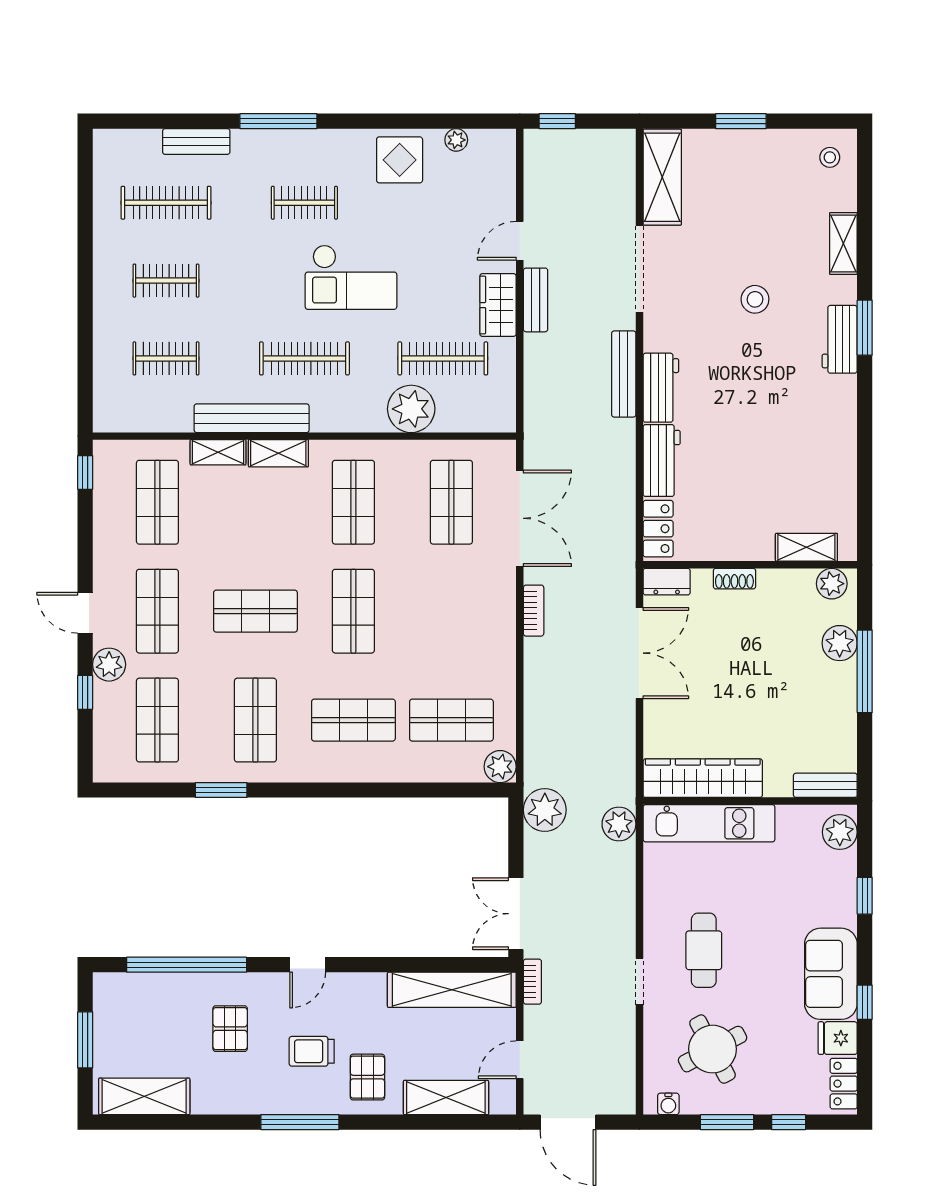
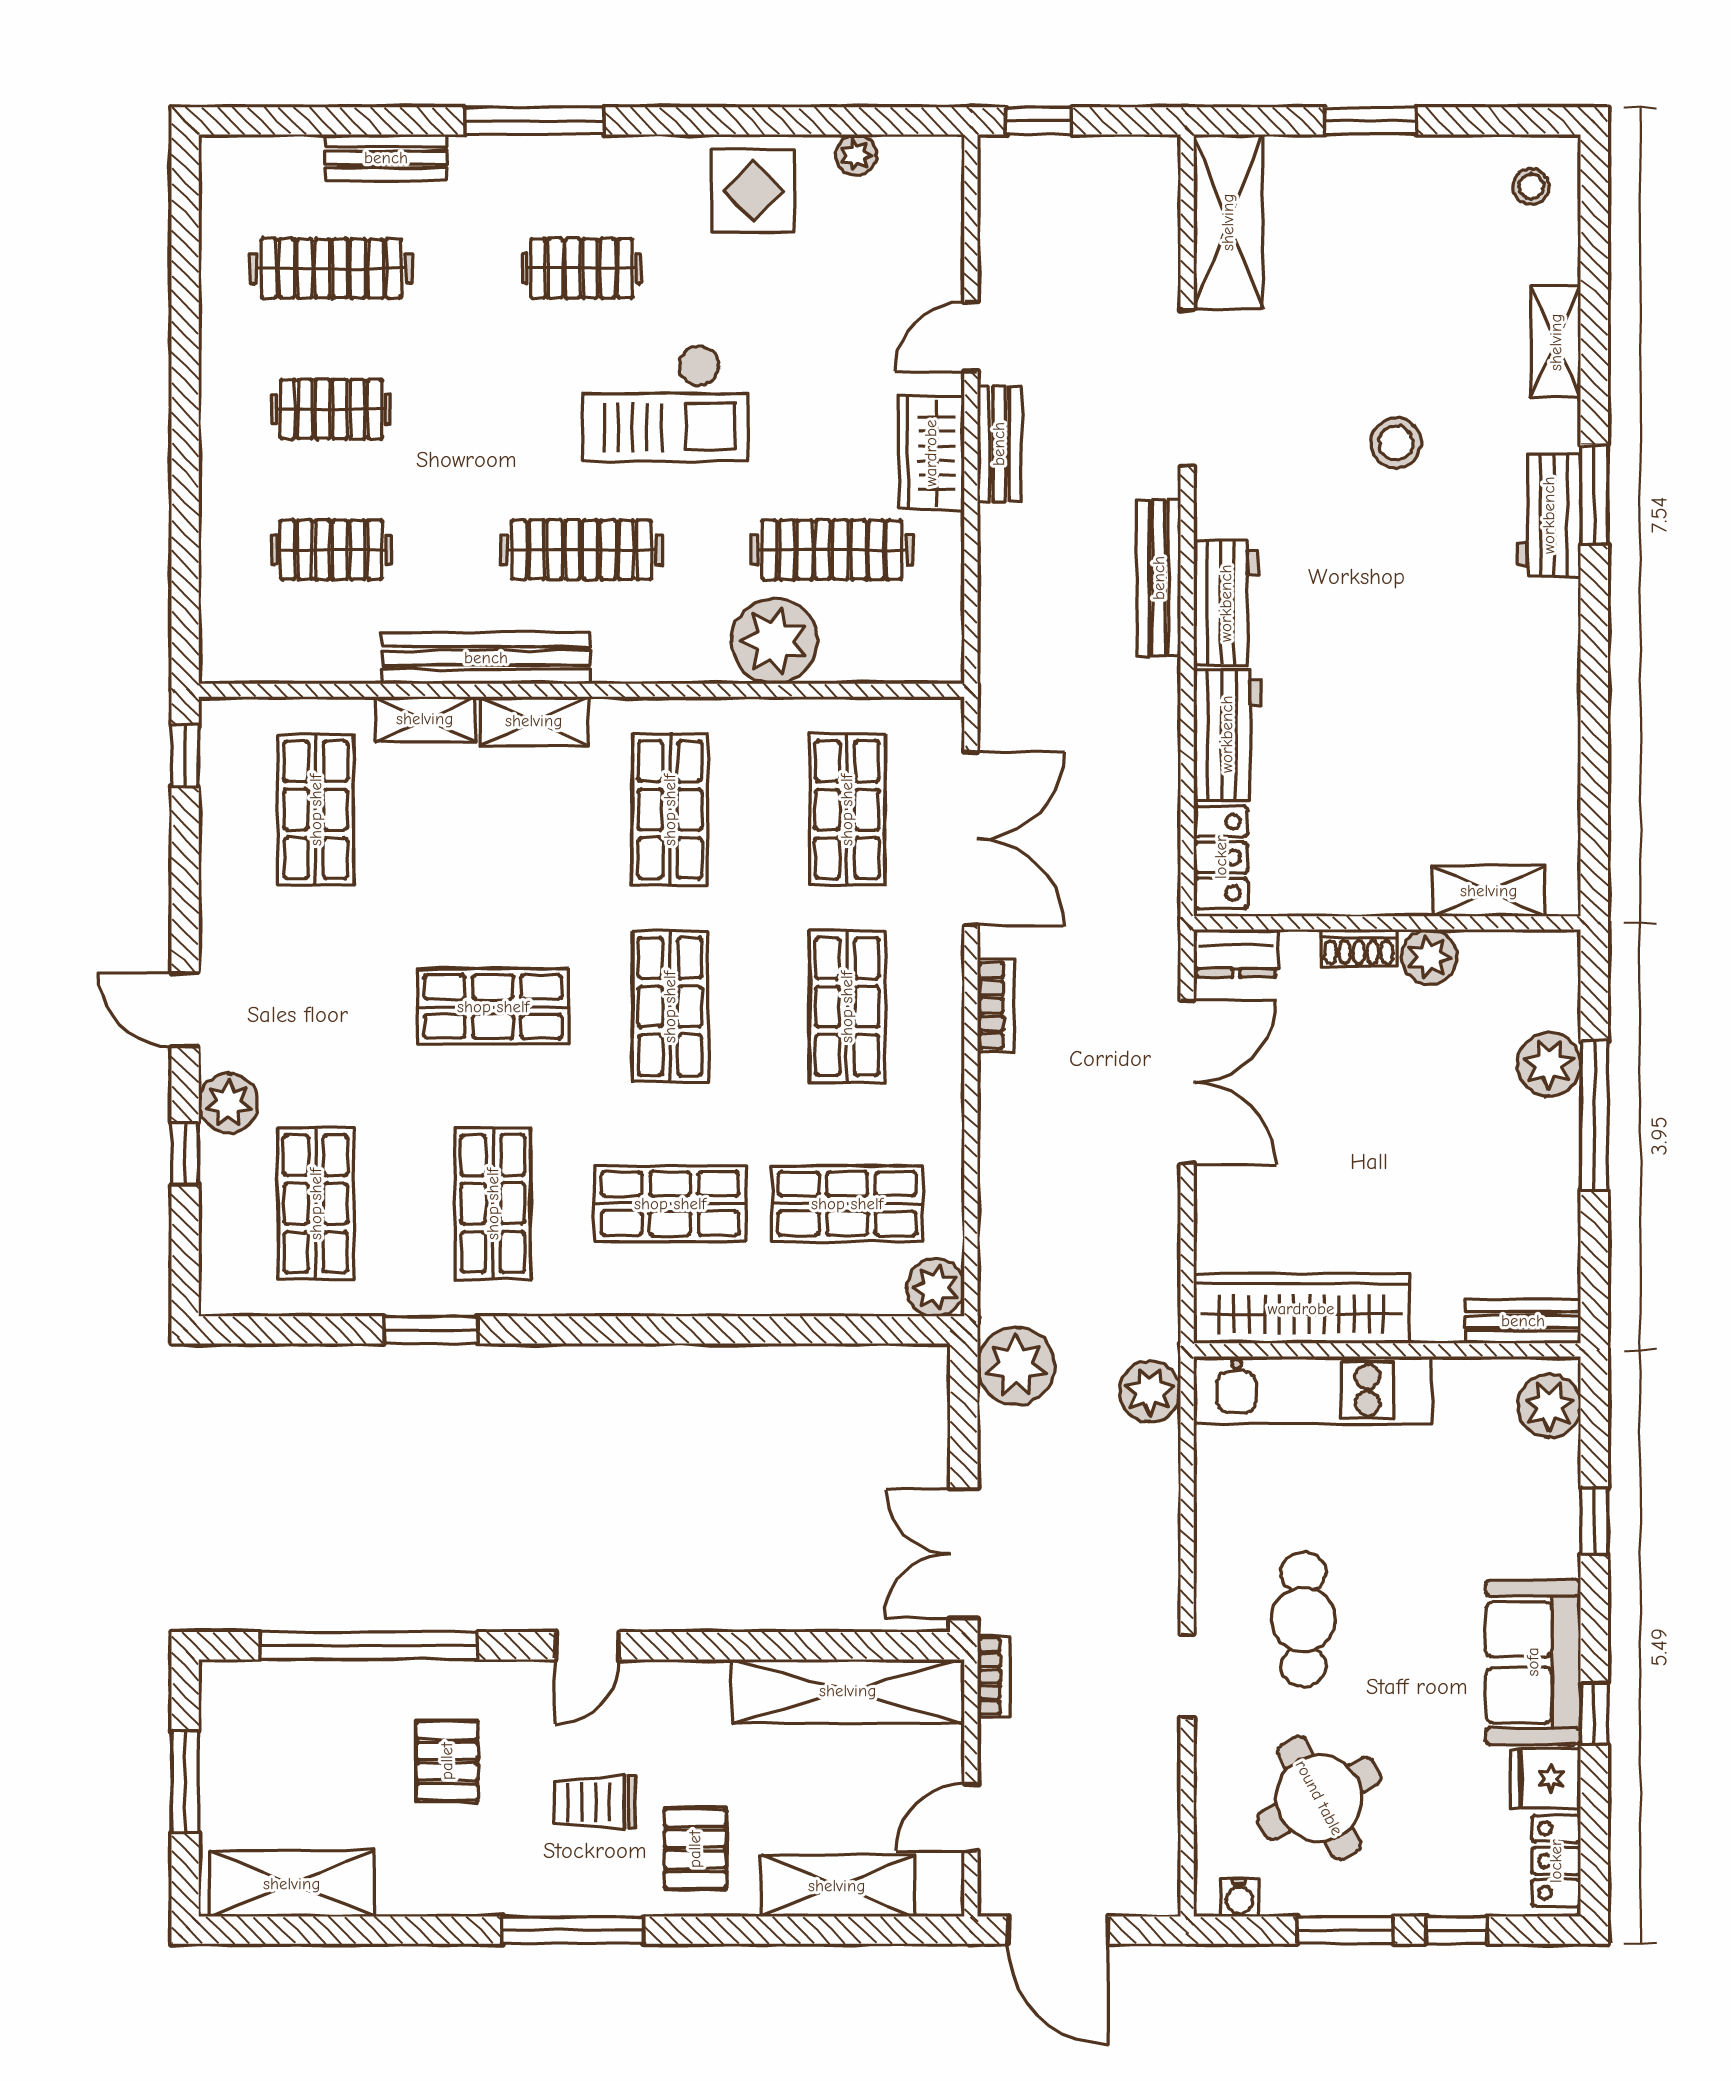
plant: (832, 584) -> (1429, 957), moved
shop shelf: (157, 611) -> (847, 1007), moved

